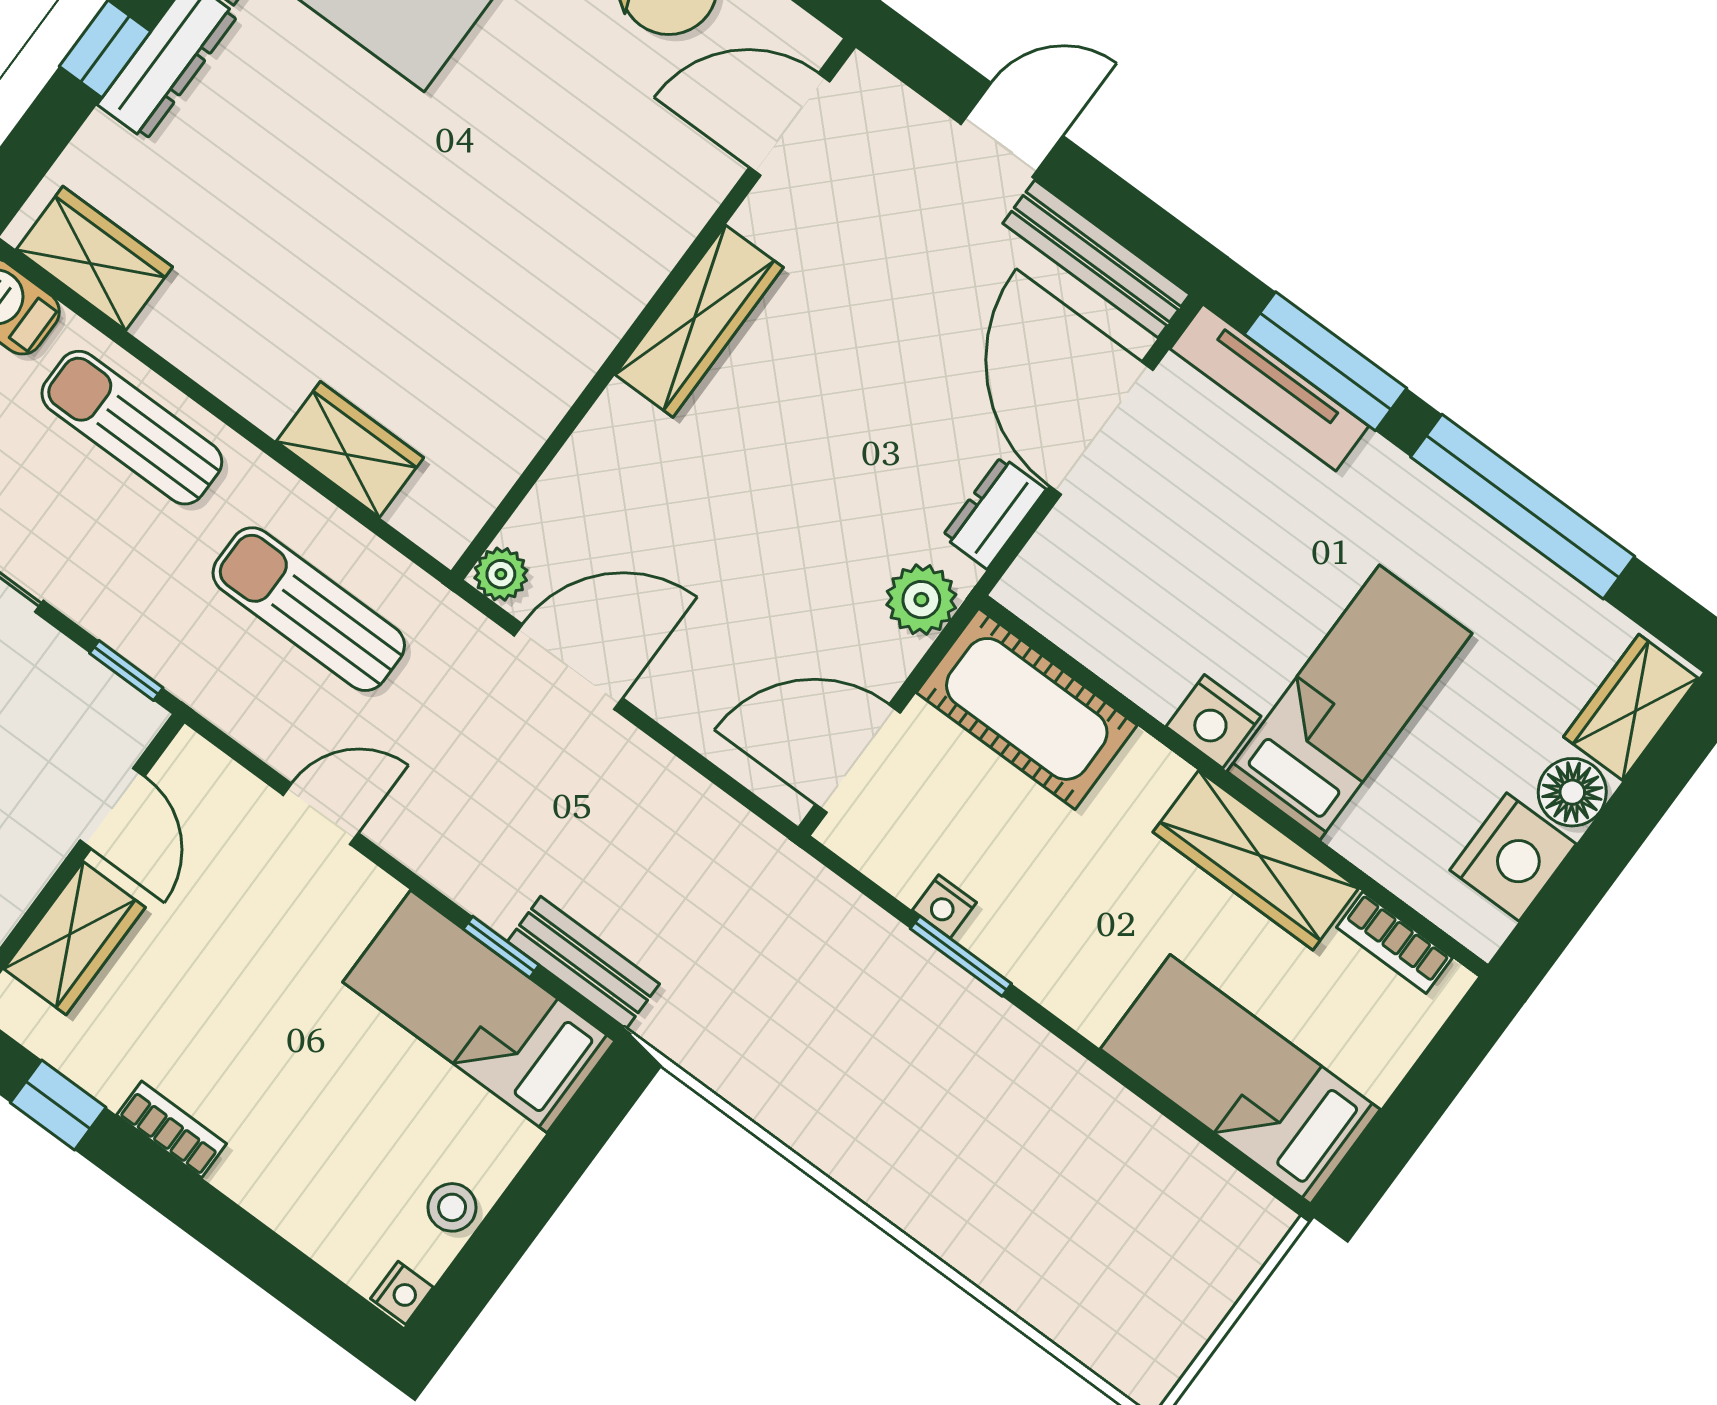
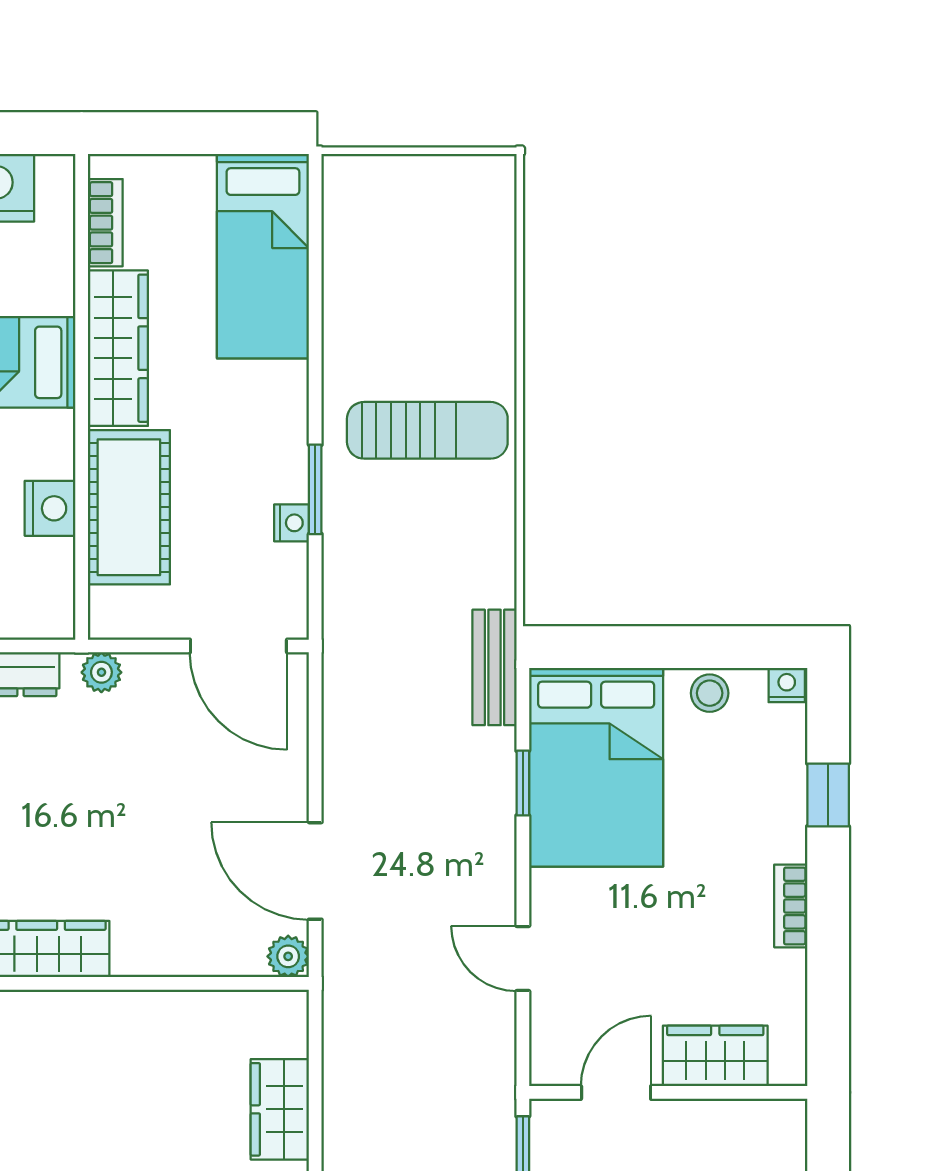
plant: (921, 600) -> (101, 672), width x0.73, depth x0.73
sun lounger: (309, 609) -> (427, 430), moved, turned -90
cot: (1027, 709) -> (129, 507), moved
nightstand: (1214, 721) -> (50, 508), moved
bench: (583, 963) -> (495, 667), moved
bed: (479, 1011) -> (596, 767), width x1.50
window: (58, 1105) -> (828, 795), moved

